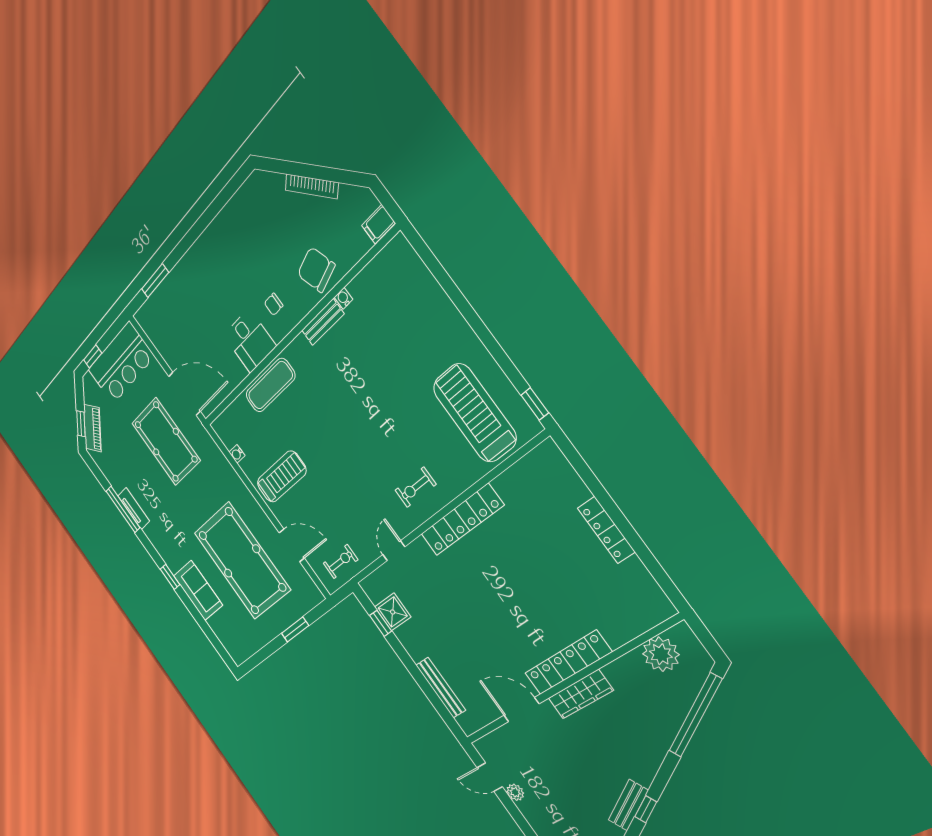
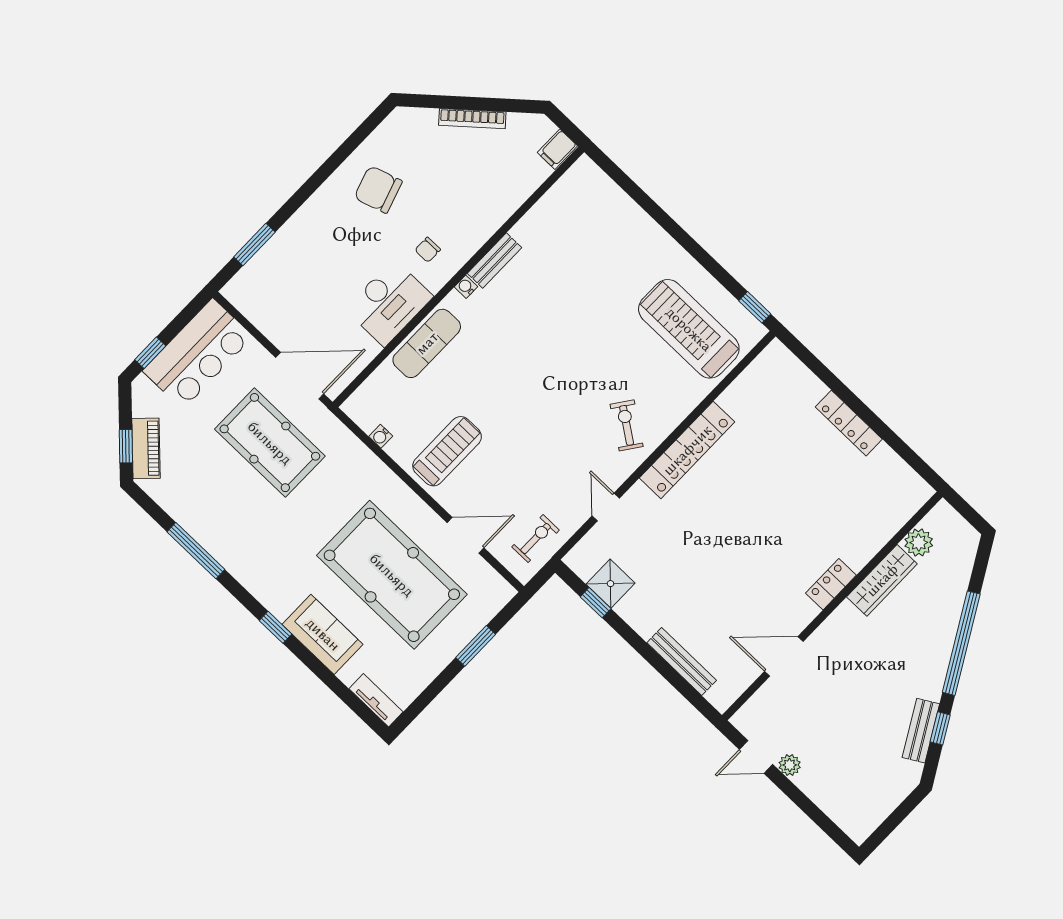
chair: (316, 270) -> (378, 189), moved
water cooler: (343, 298) -> (466, 287), moved
desk: (250, 341) -> (389, 303), width x1.37
exercise bike: (415, 487) -> (627, 425), turned 125
tv unit: (134, 508) -> (376, 700), moved
plant: (661, 654) -> (919, 543), width x0.73, depth x0.73
locker: (568, 663) -> (831, 584), width x0.46, depth x0.83
wardrobe: (580, 694) -> (882, 580), moved
window: (695, 715) -> (961, 643), moved

